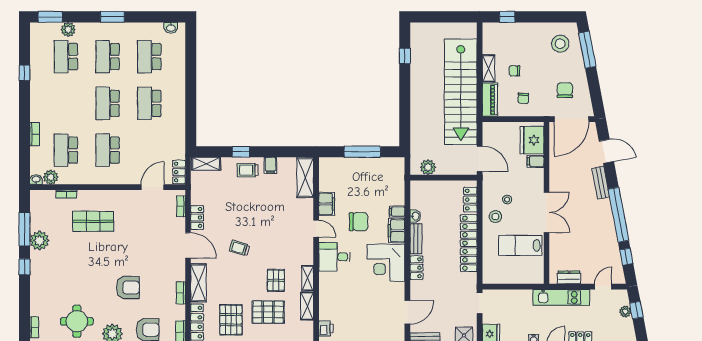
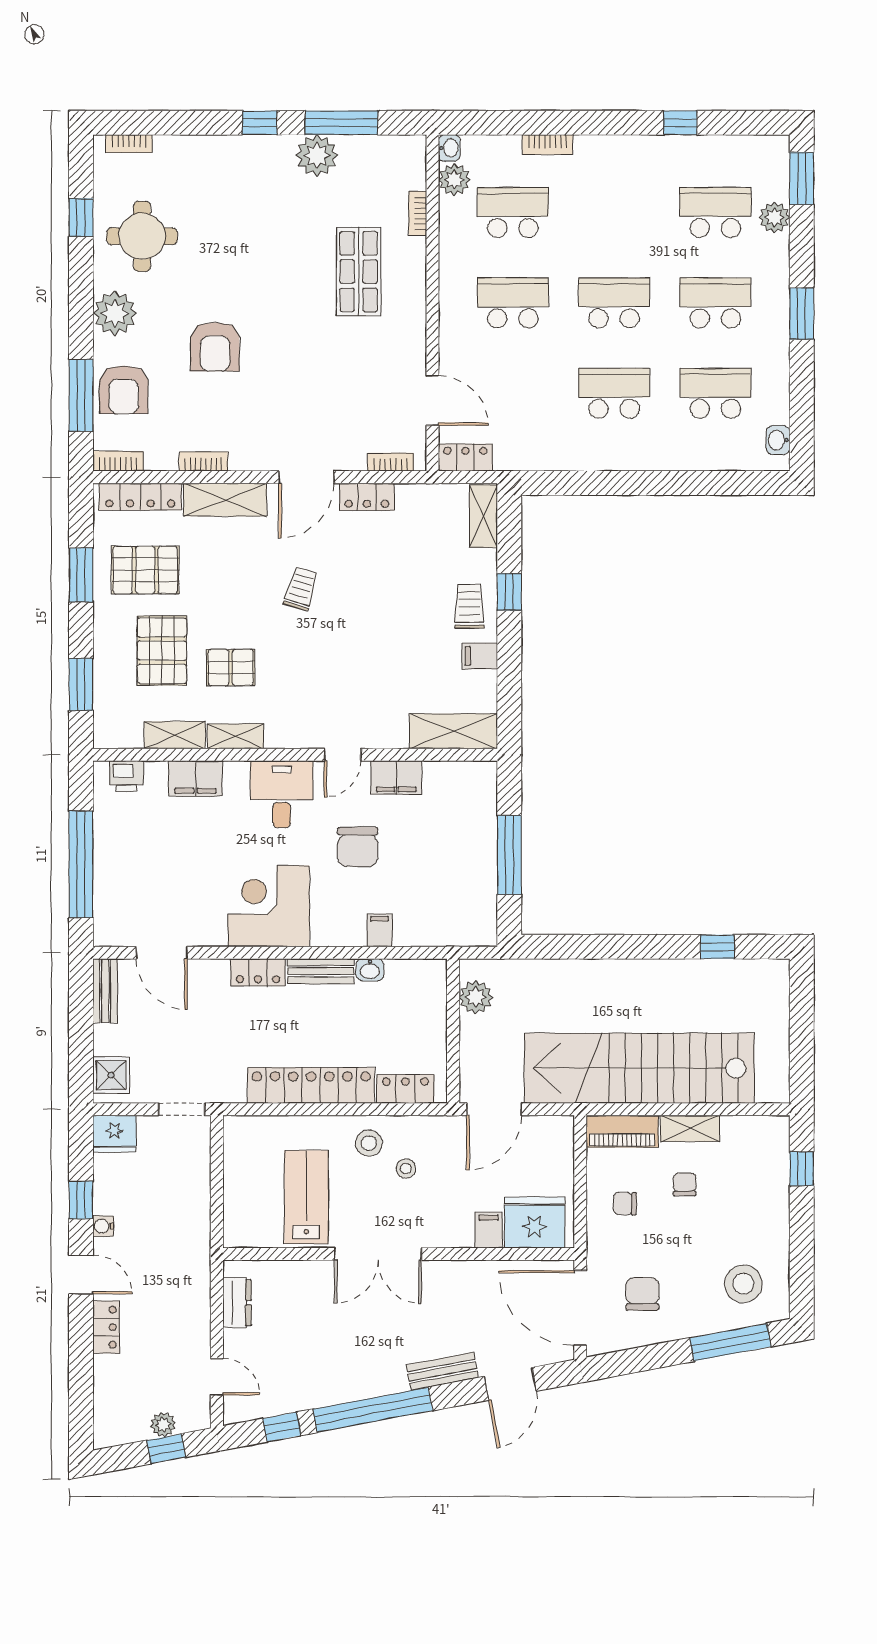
chair: (565, 90) -> (643, 1294), turned -90
filing cabinet: (397, 231) -> (195, 778), moved, turned 180
kitchen unit: (561, 297) -> (194, 1286), removed

